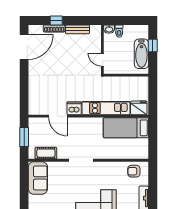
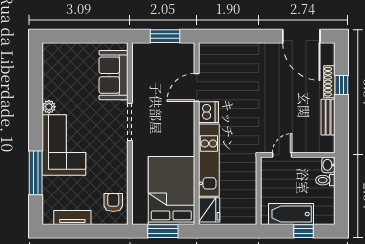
bed: (126, 128) -> (171, 190), width x1.50
window: (153, 138) -> (163, 231), added
cot: (46, 153) -> (141, 69), removed
sofa: (38, 178) -> (114, 75), moved, turned 90

